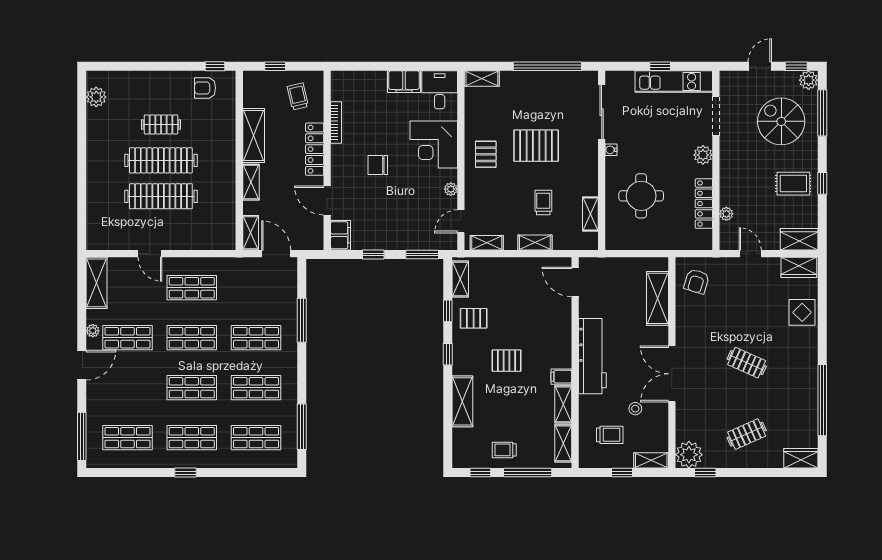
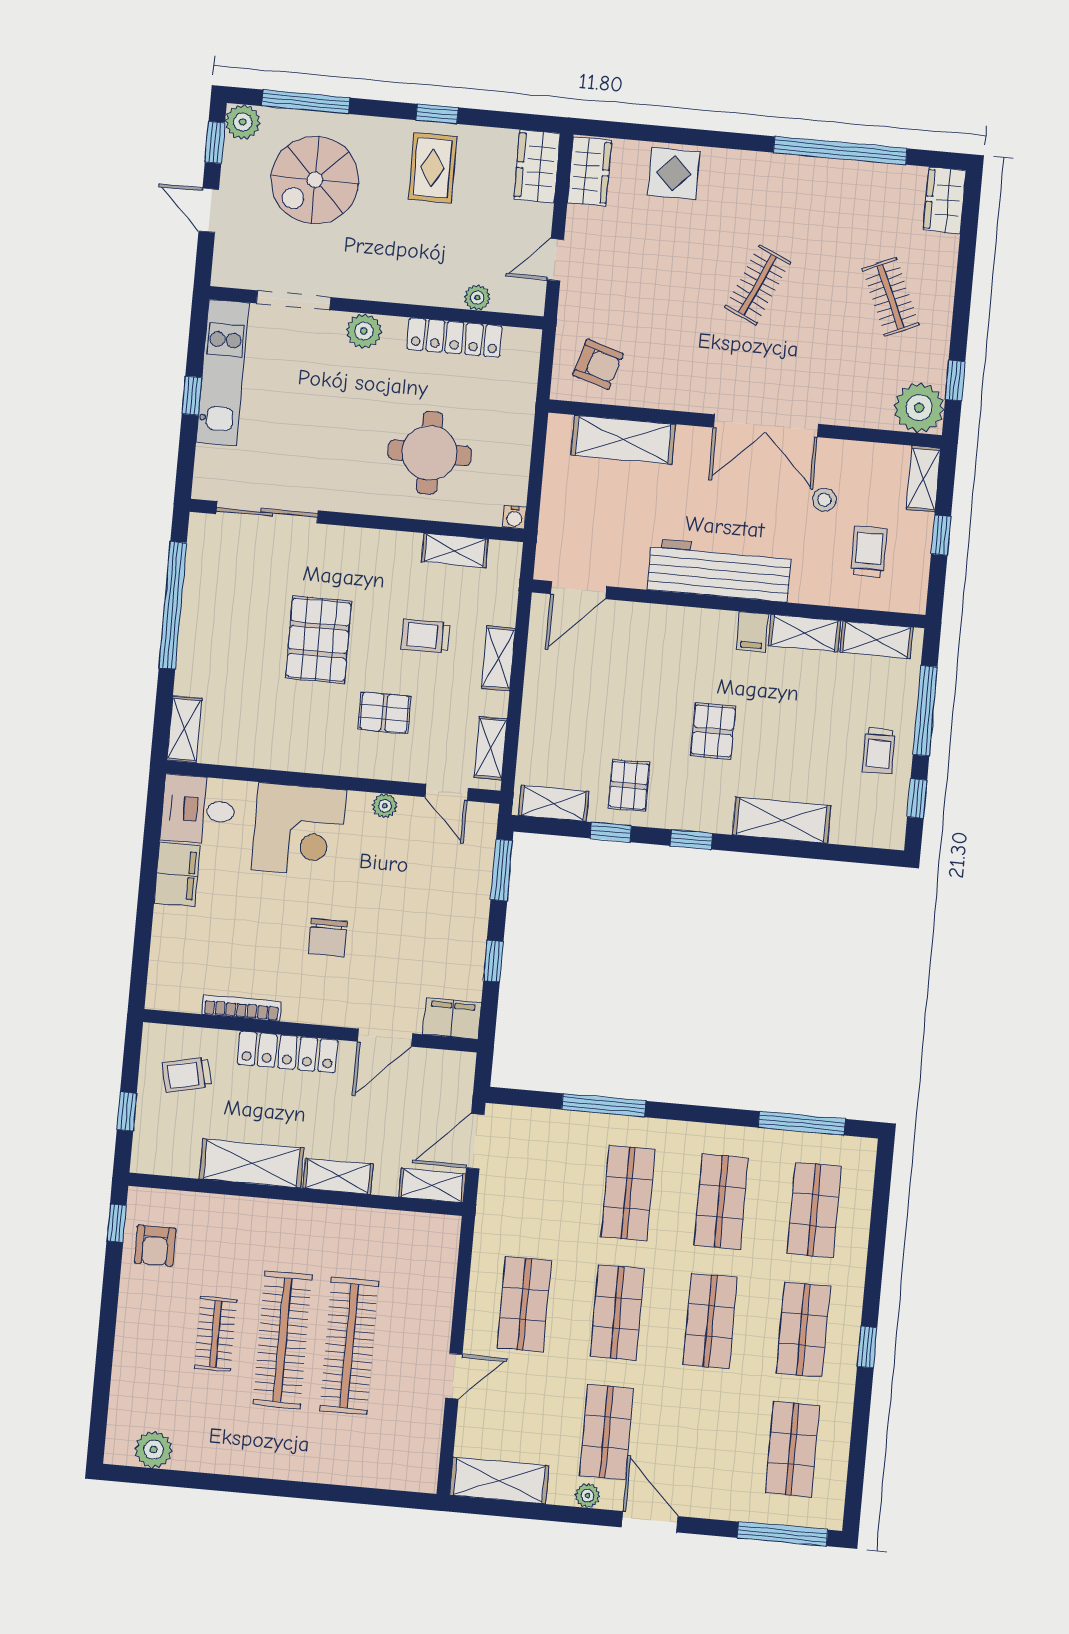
water cooler: (611, 150) -> (514, 517), moved
pallet: (486, 154) -> (384, 713), moved

